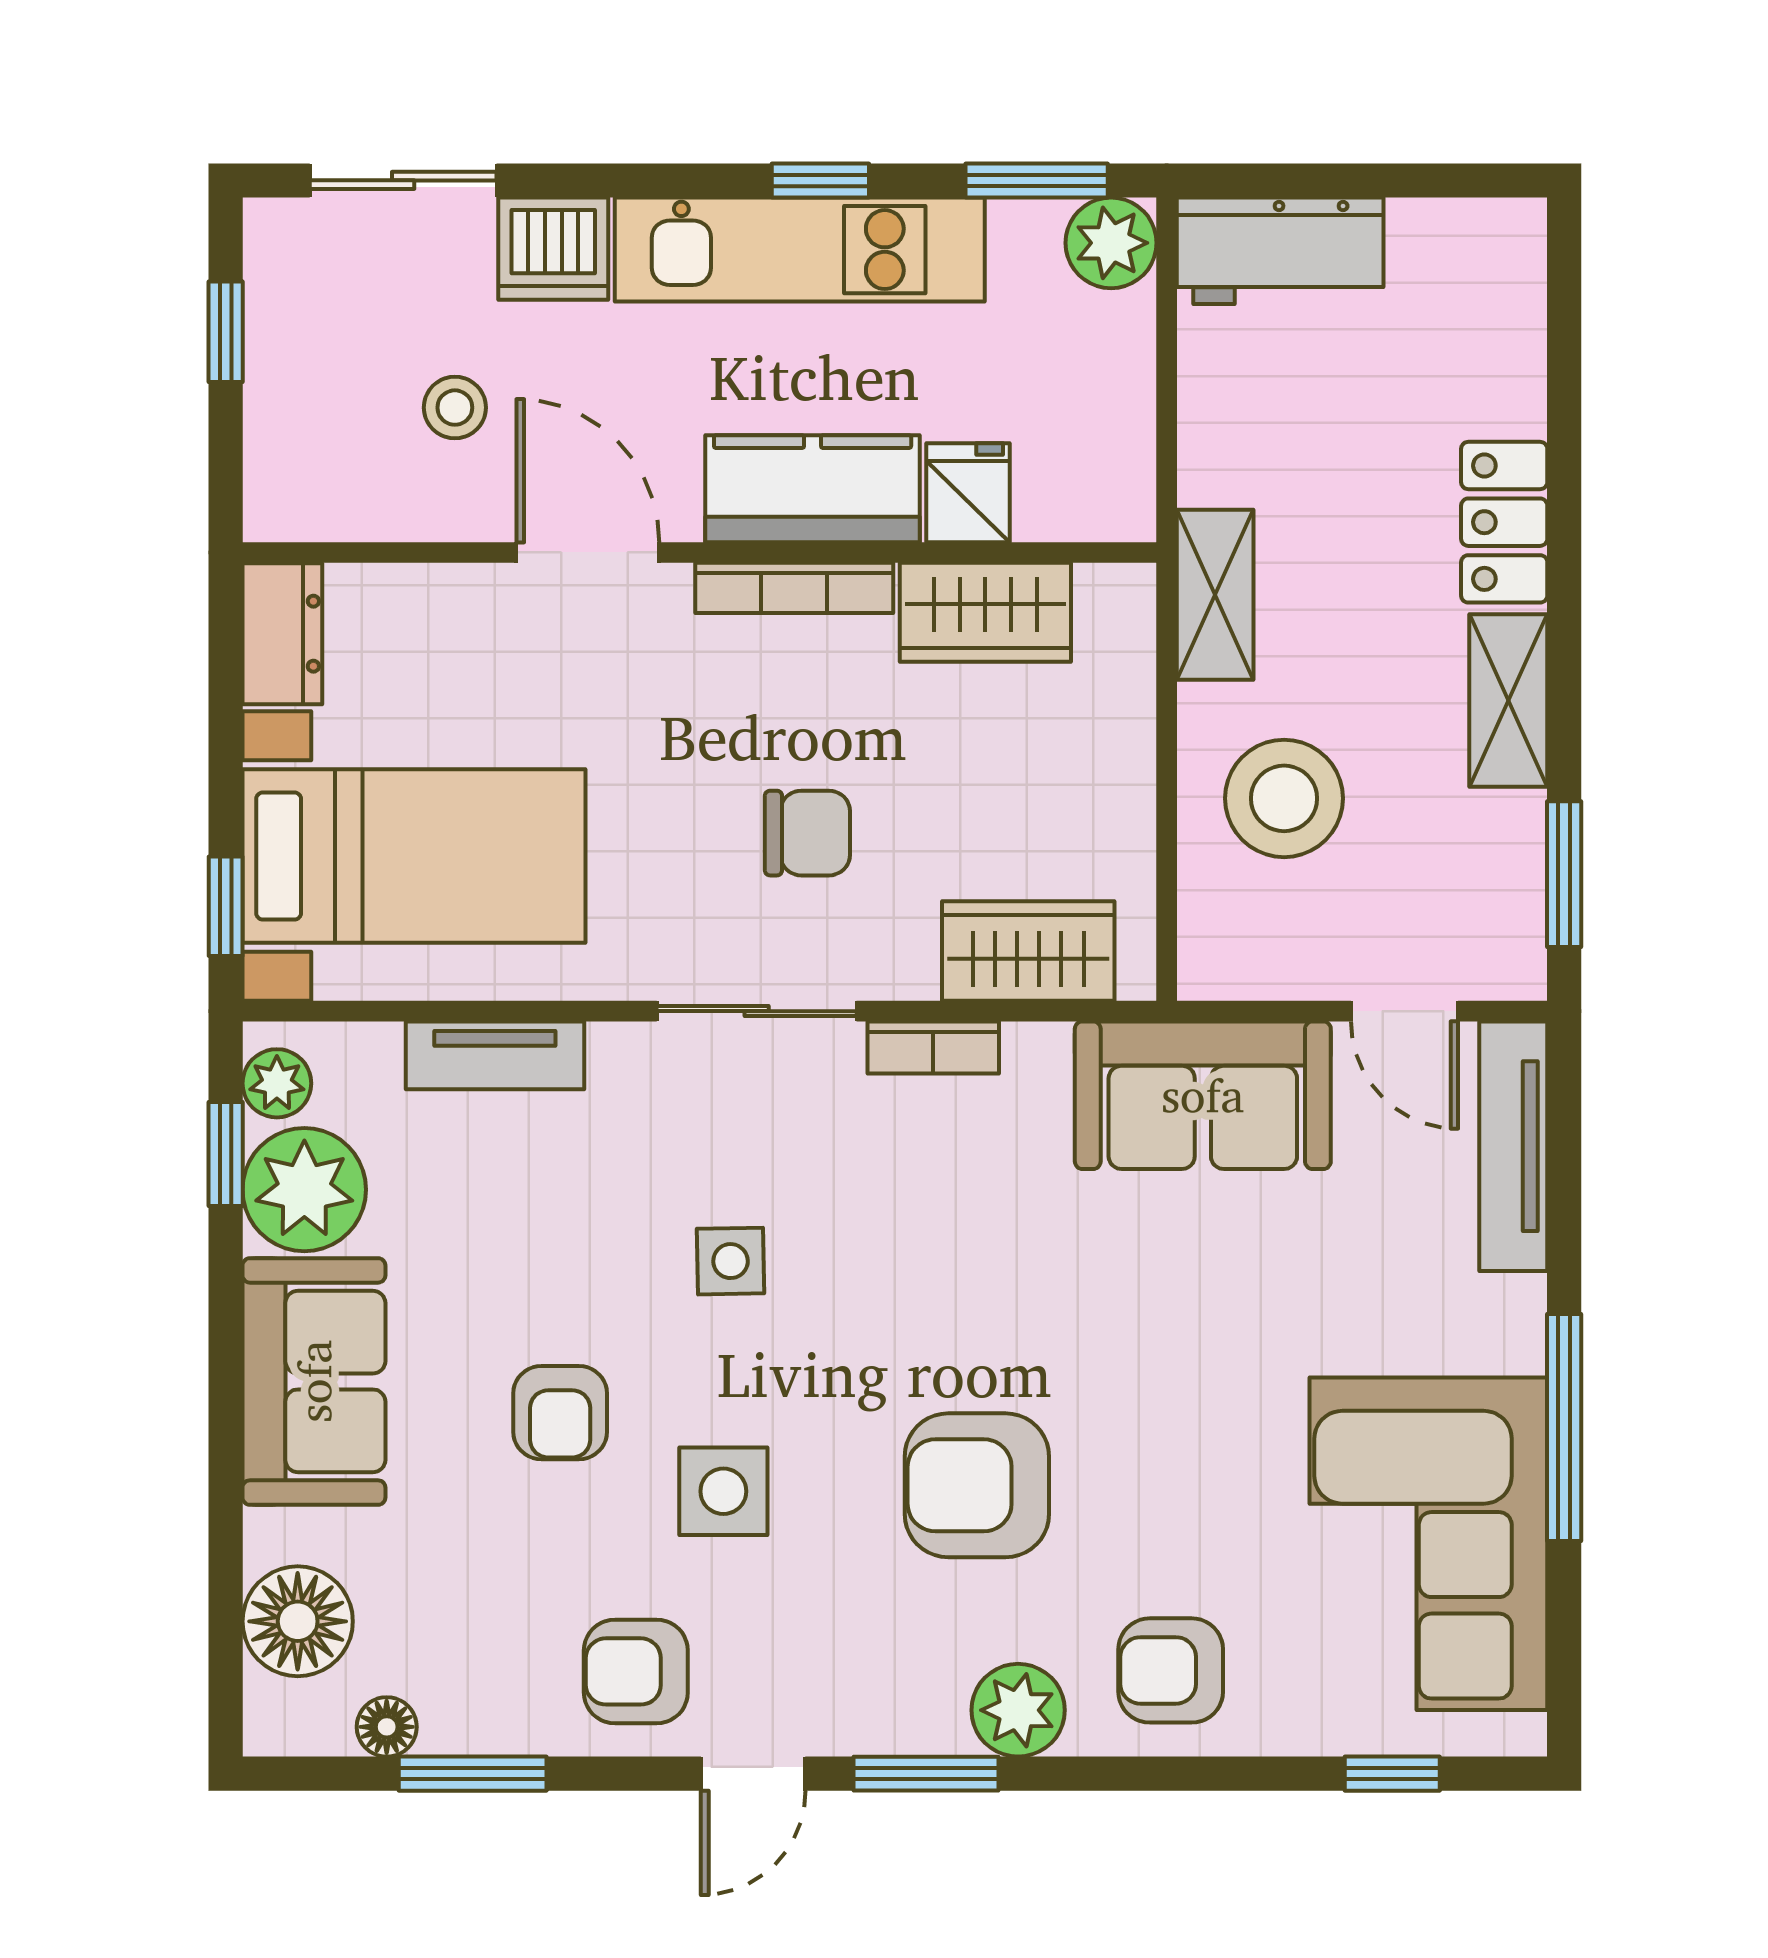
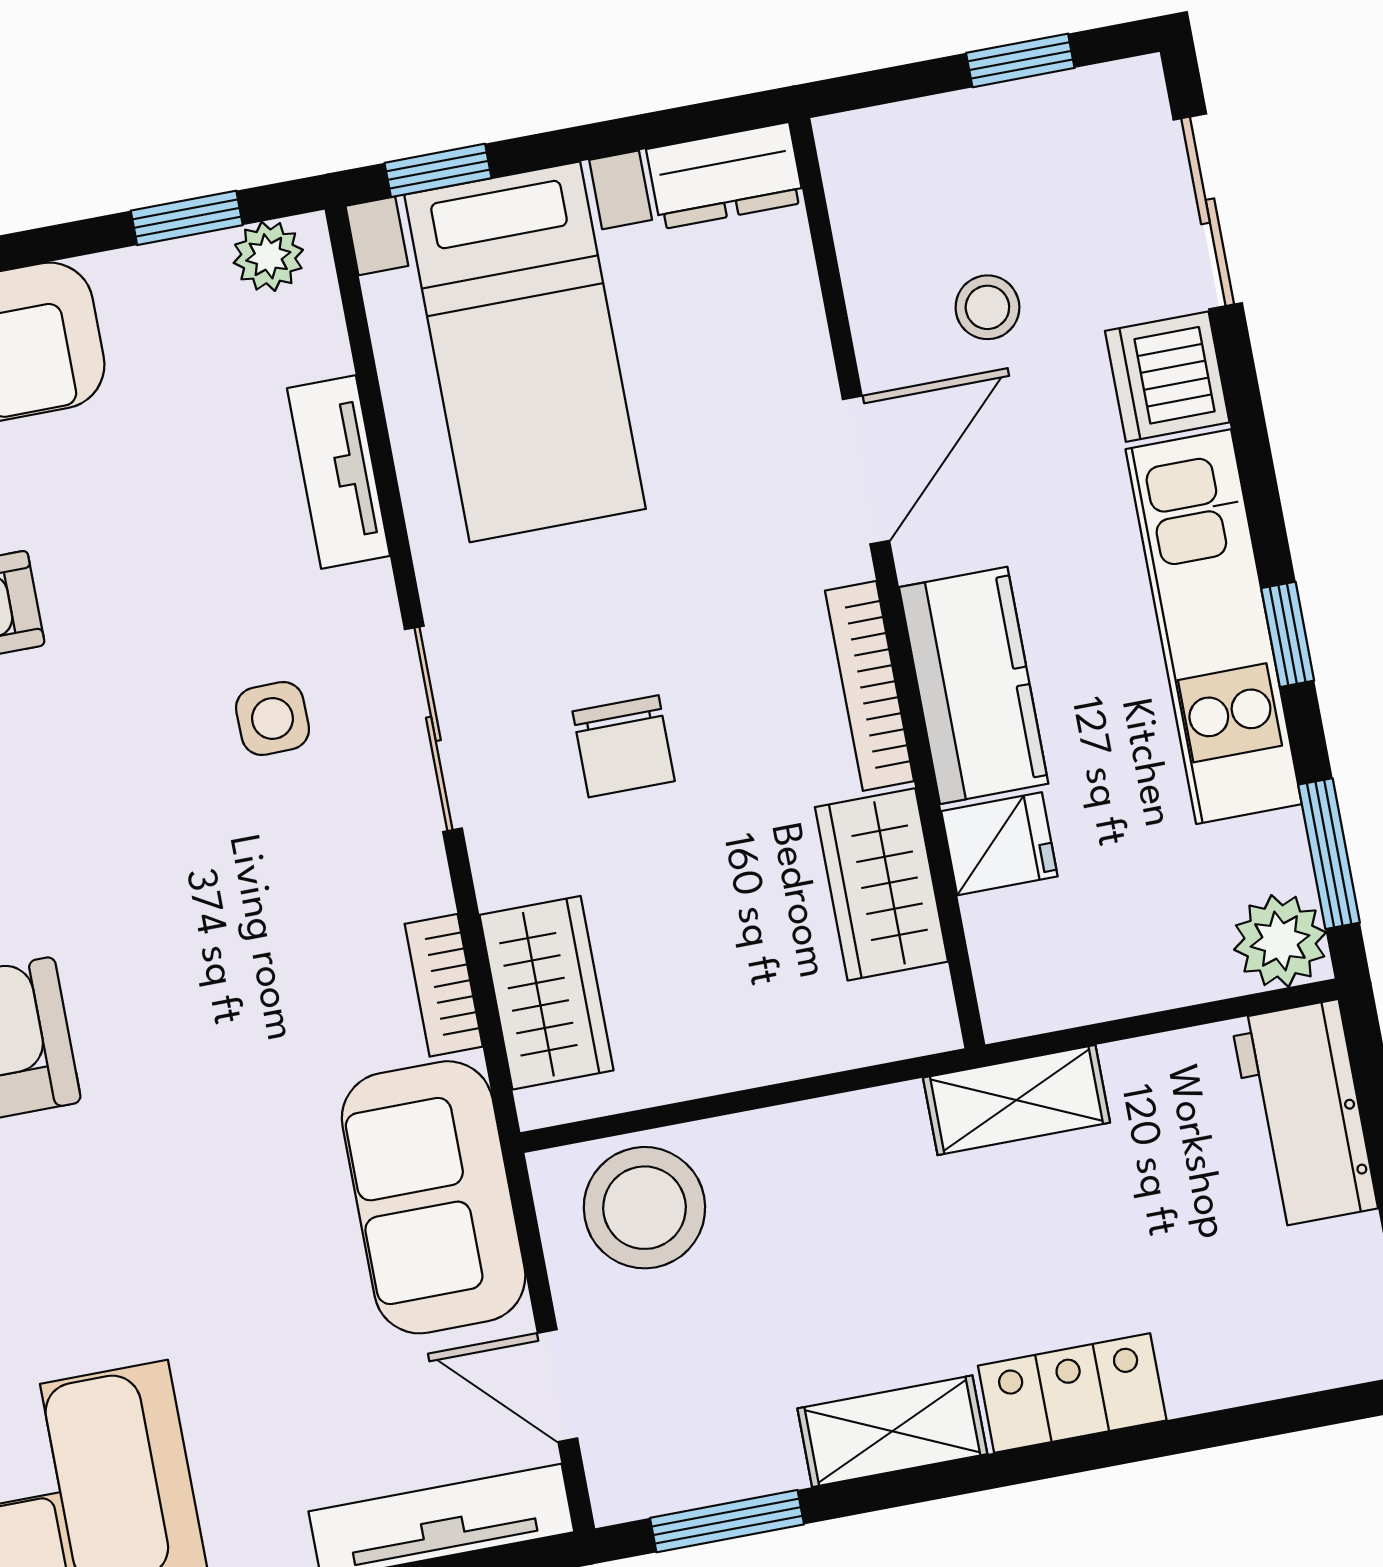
shelving: (1215, 595) -> (1016, 1100), moved
stool: (1284, 798) -> (644, 1208), moved
door: (1405, 1011) -> (558, 1386), hinge flipped
bookcase: (933, 1047) -> (444, 985), moved
plant: (304, 1190) -> (166, 304), removed
side table: (731, 1261) -> (273, 718), moved

